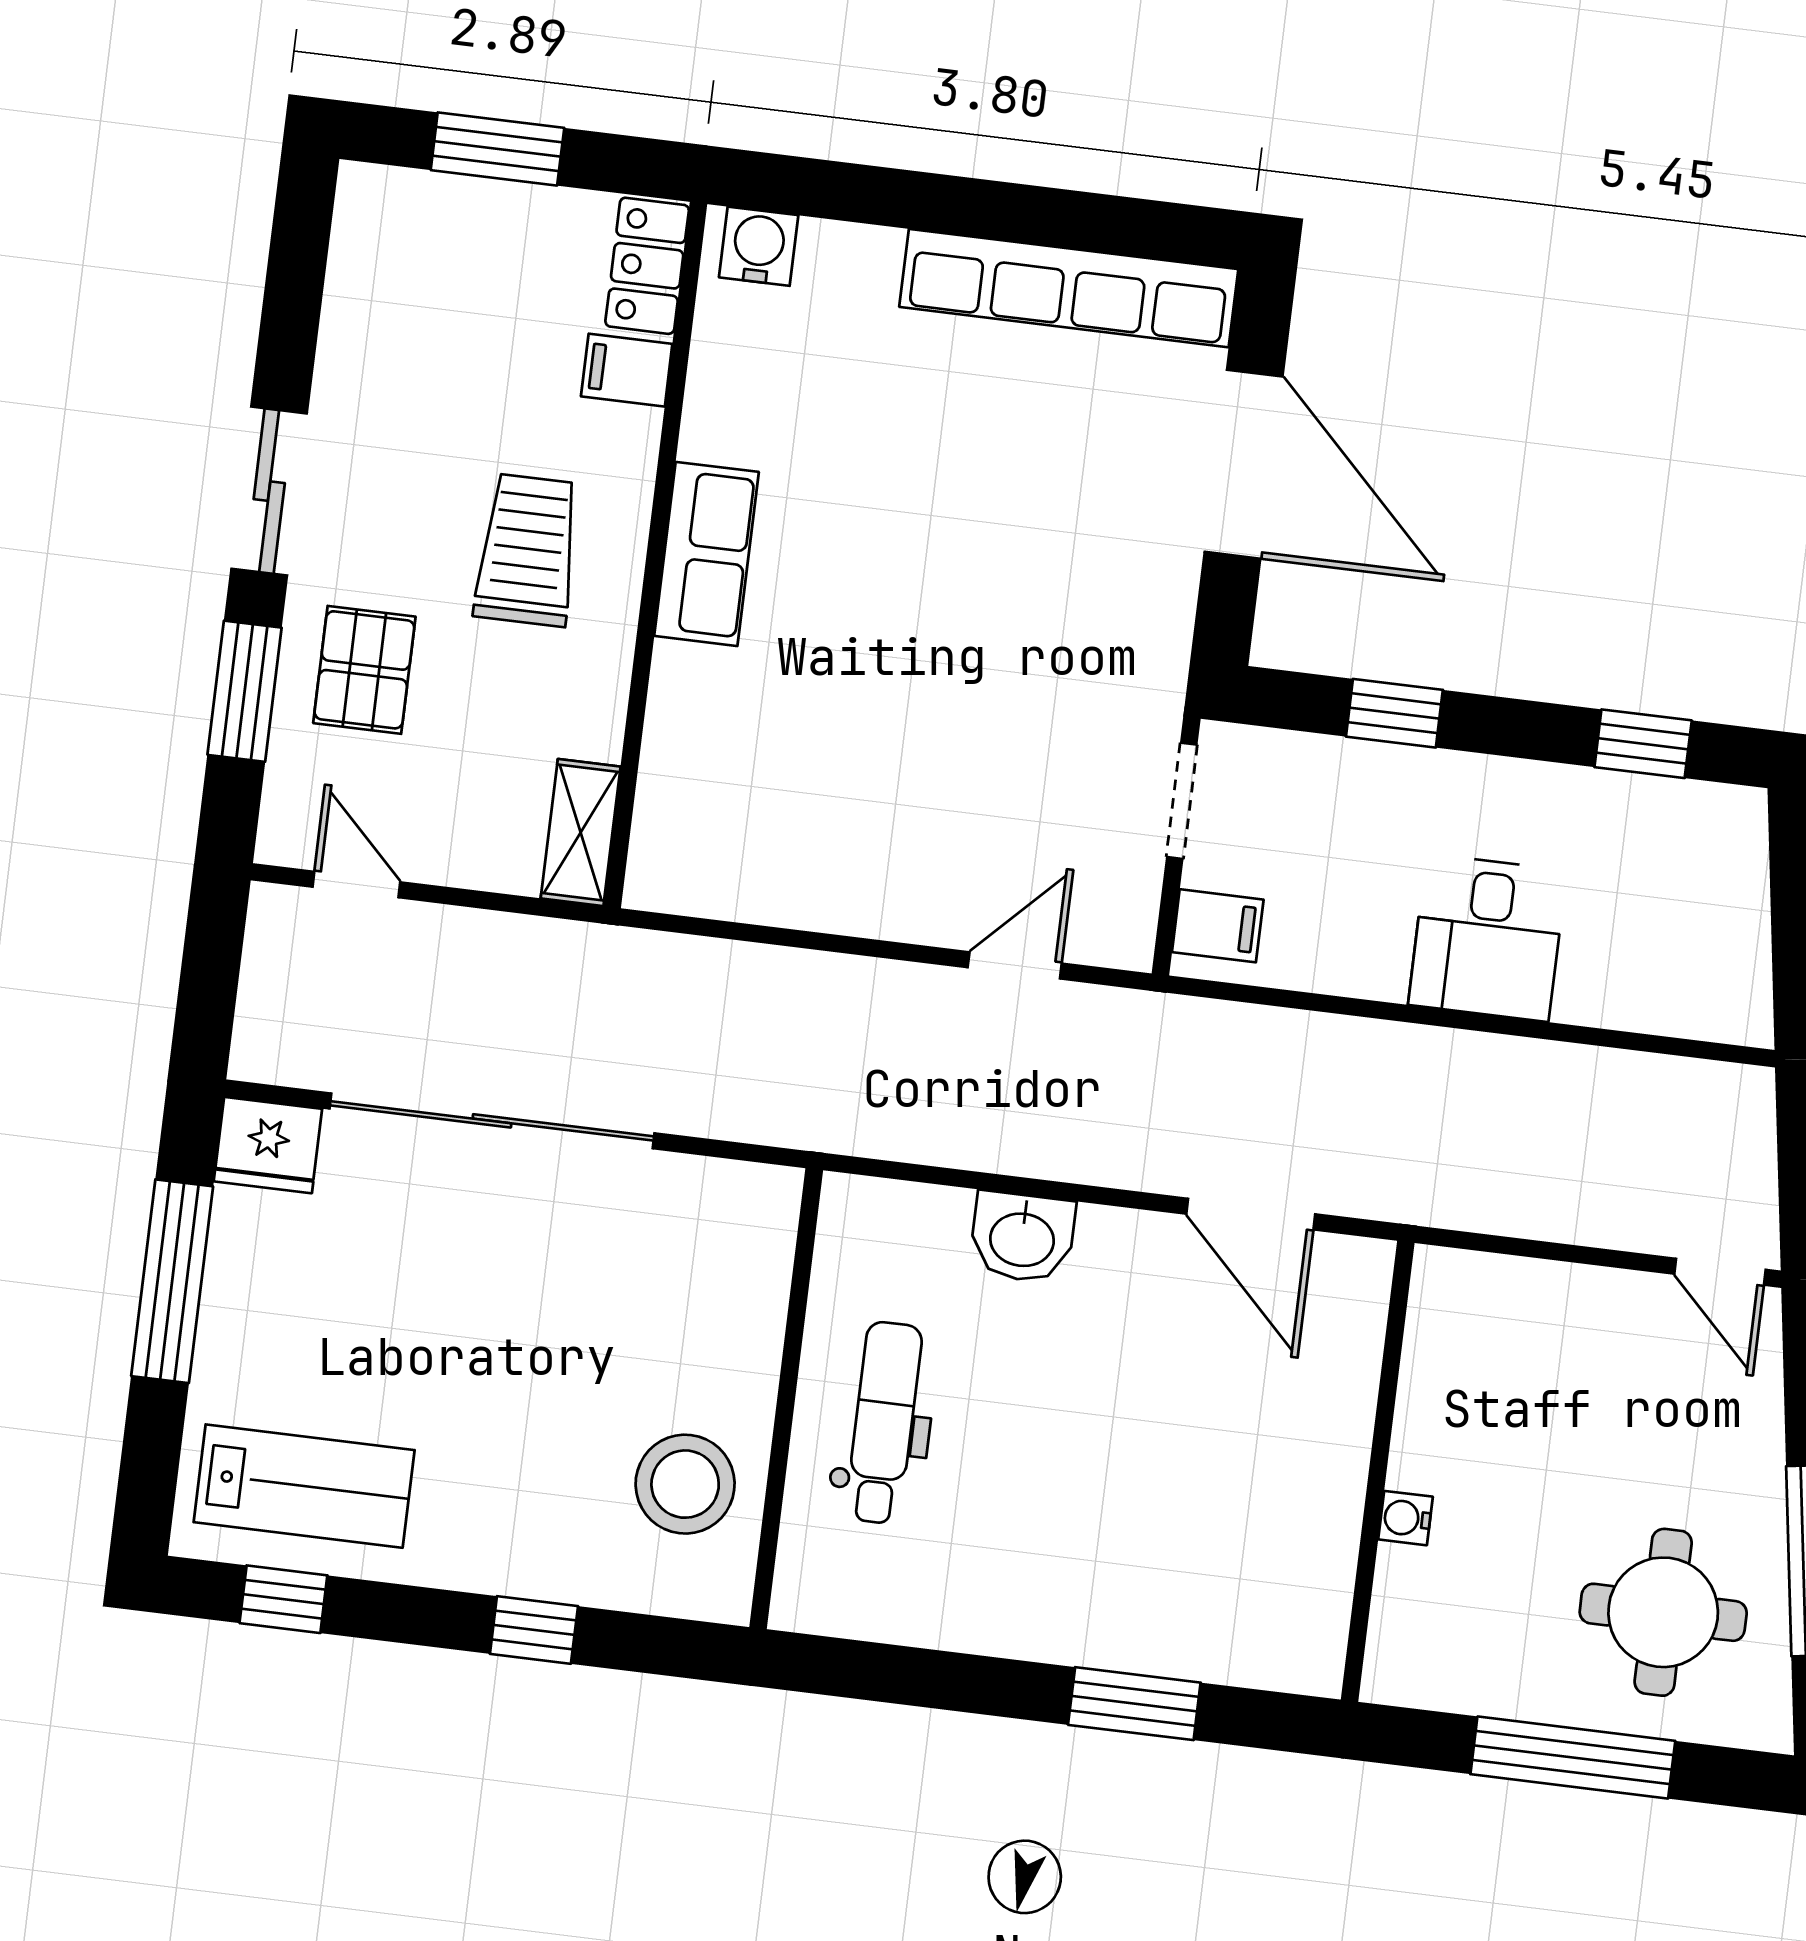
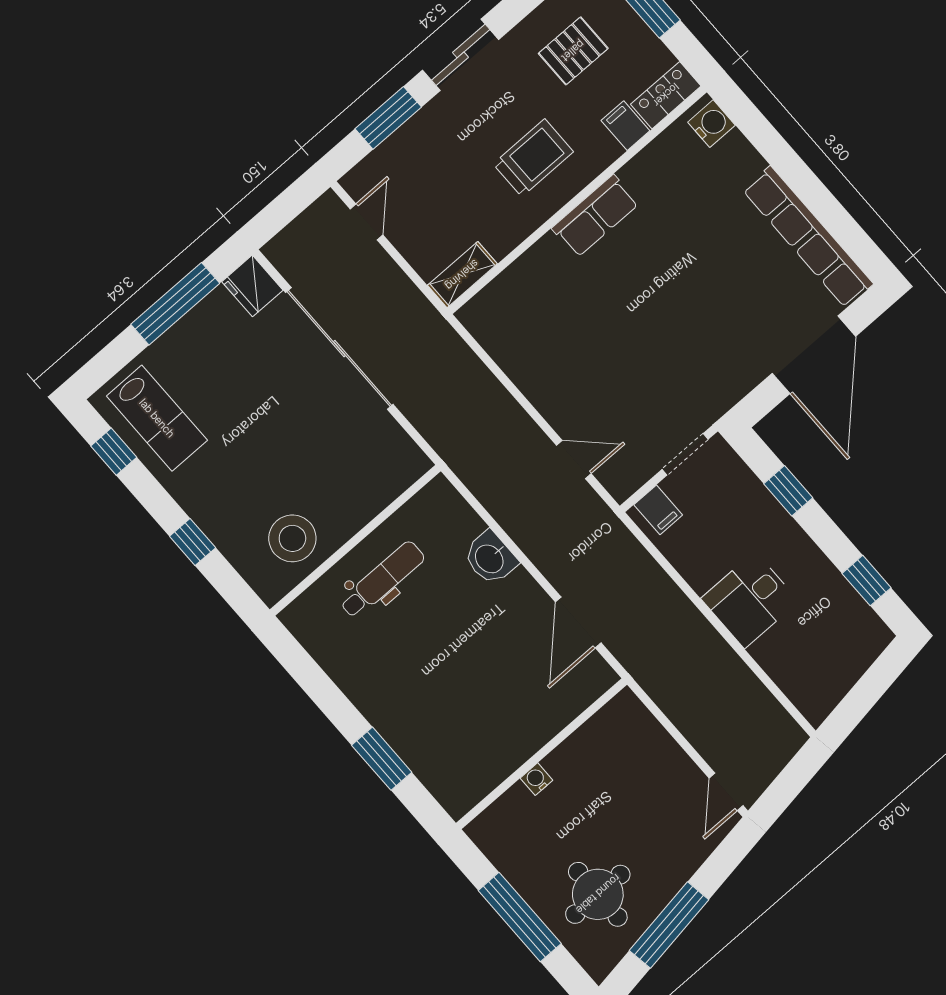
pallet: (364, 670) -> (573, 51), moved

